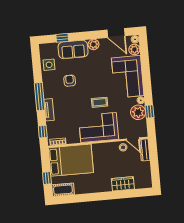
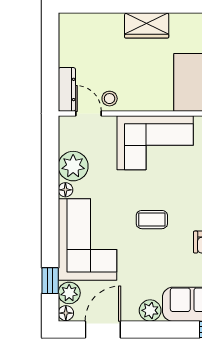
door: (116, 33) -> (103, 329), hinge flipped
coffee table: (100, 102) -> (152, 220), moved
window: (149, 111) -> (50, 281), moved
wardrobe: (123, 184) -> (147, 25), moved

